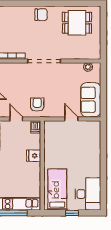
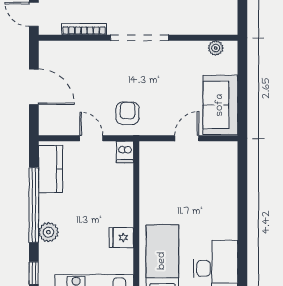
door: (71, 119) -> (187, 138), hinge flipped
fridge: (34, 156) -> (121, 238), moved

